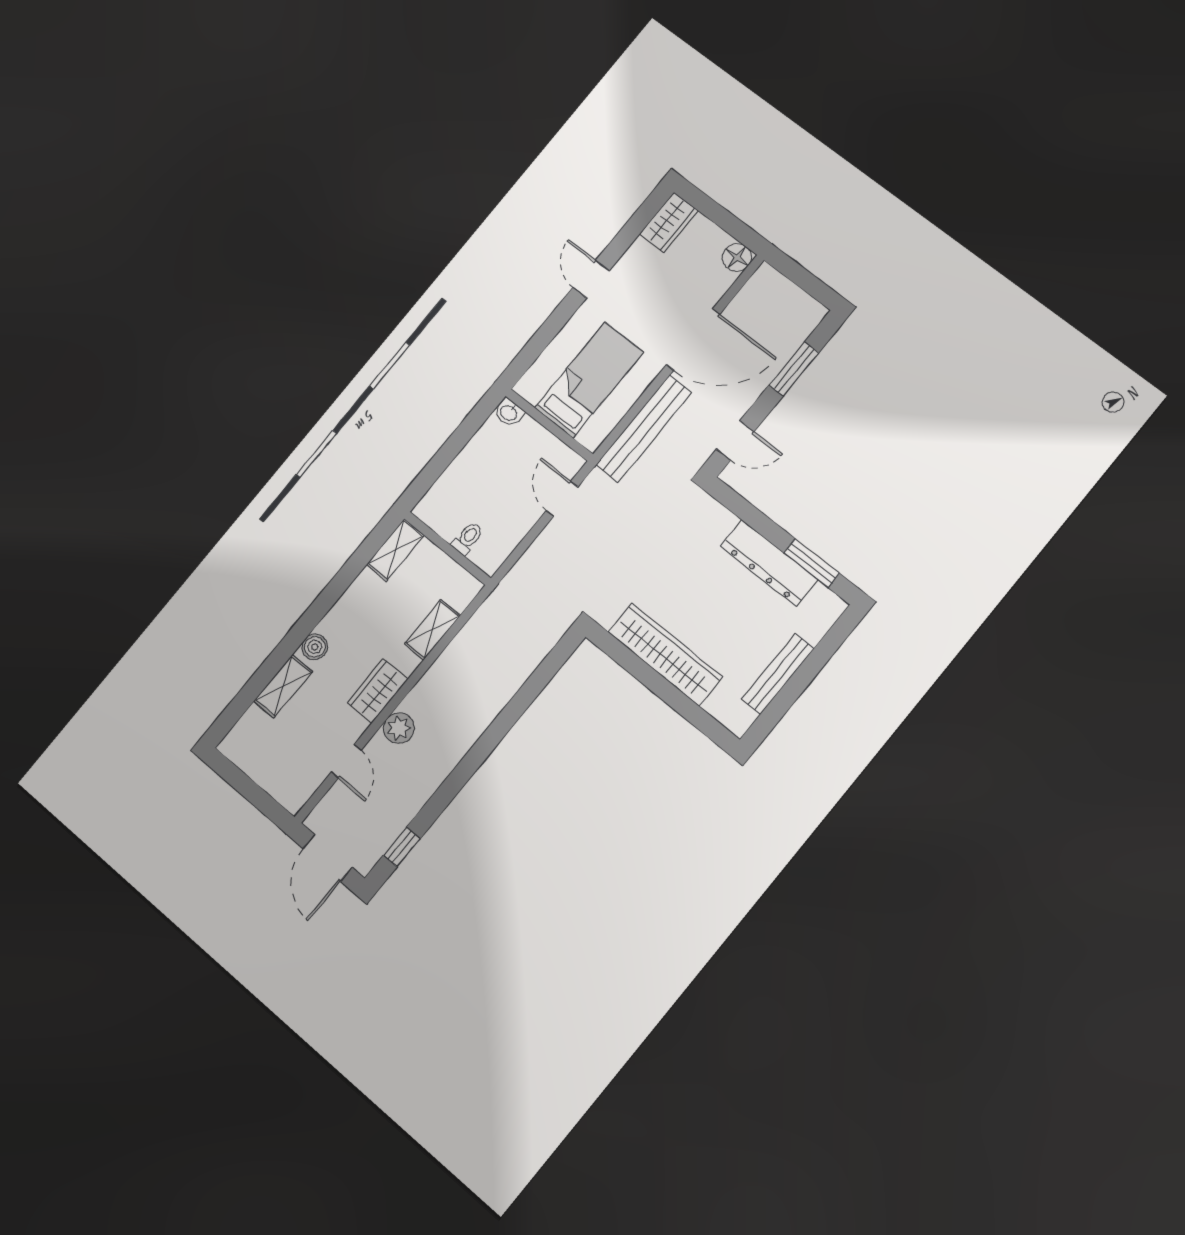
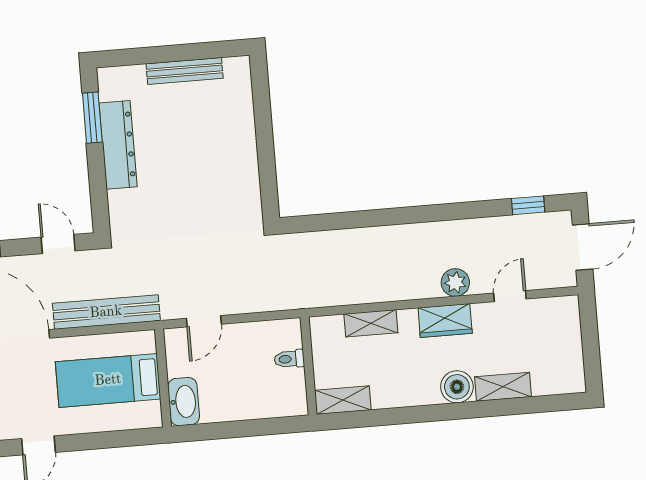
washbasin: (509, 413) -> (184, 402), width x1.91, depth x1.45
boiler: (315, 647) -> (457, 387), width x1.36, depth x1.36
wardrobe: (665, 654) -> (241, 155), removed

